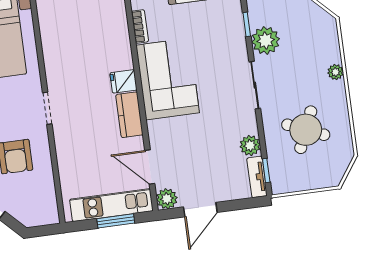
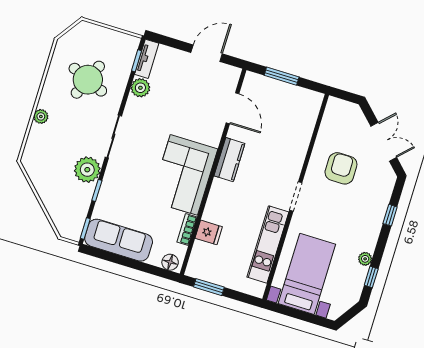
fridge: (123, 81) -> (209, 232), moved
plant: (167, 199) -> (230, 75), removed
kitchen unit: (111, 205) -> (268, 244), moved, turned 90

